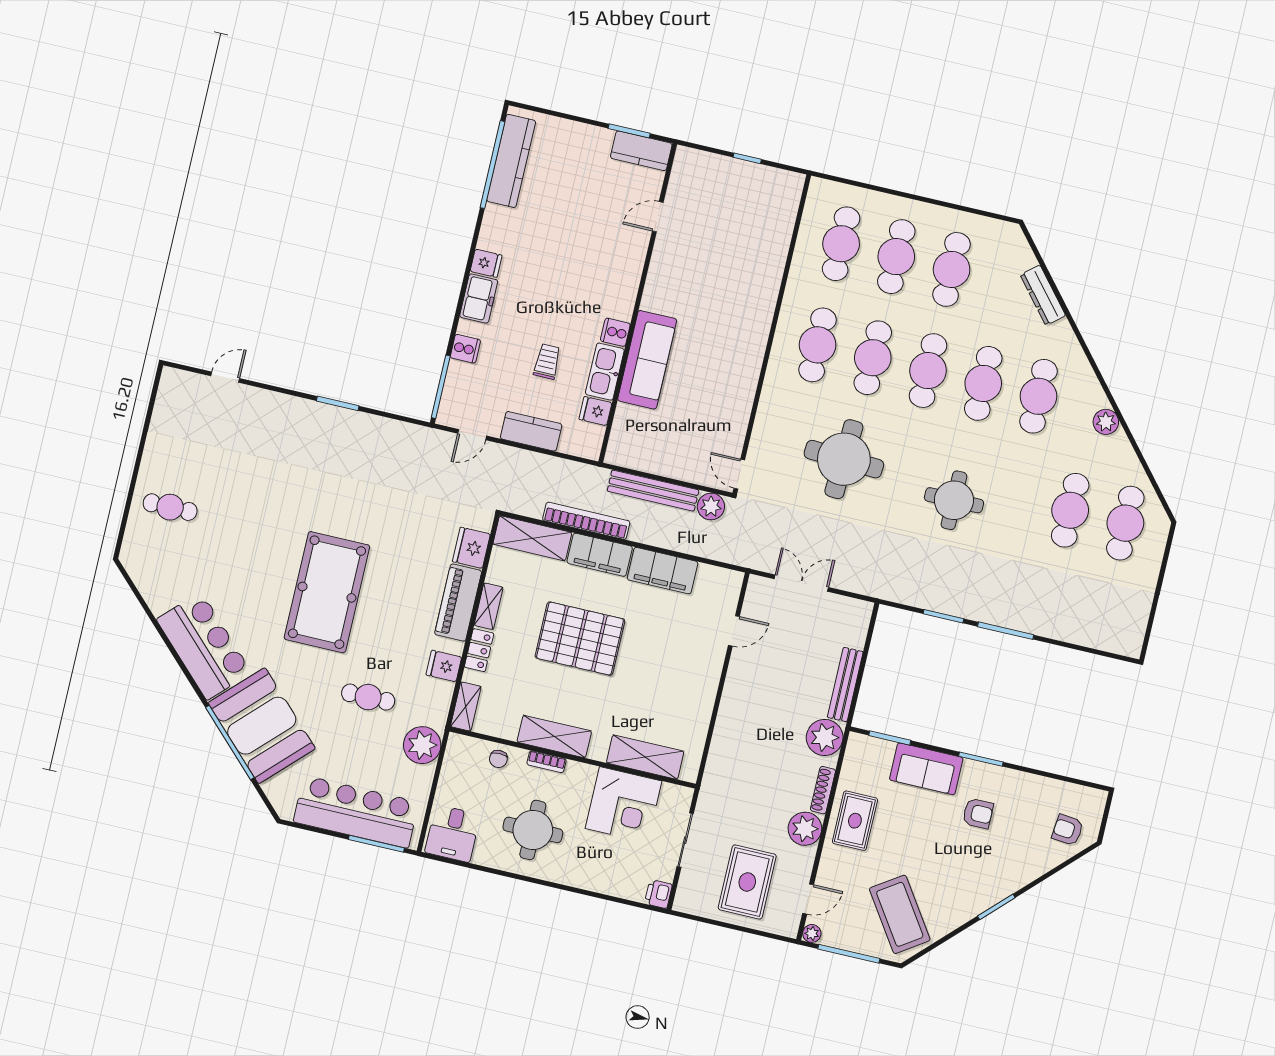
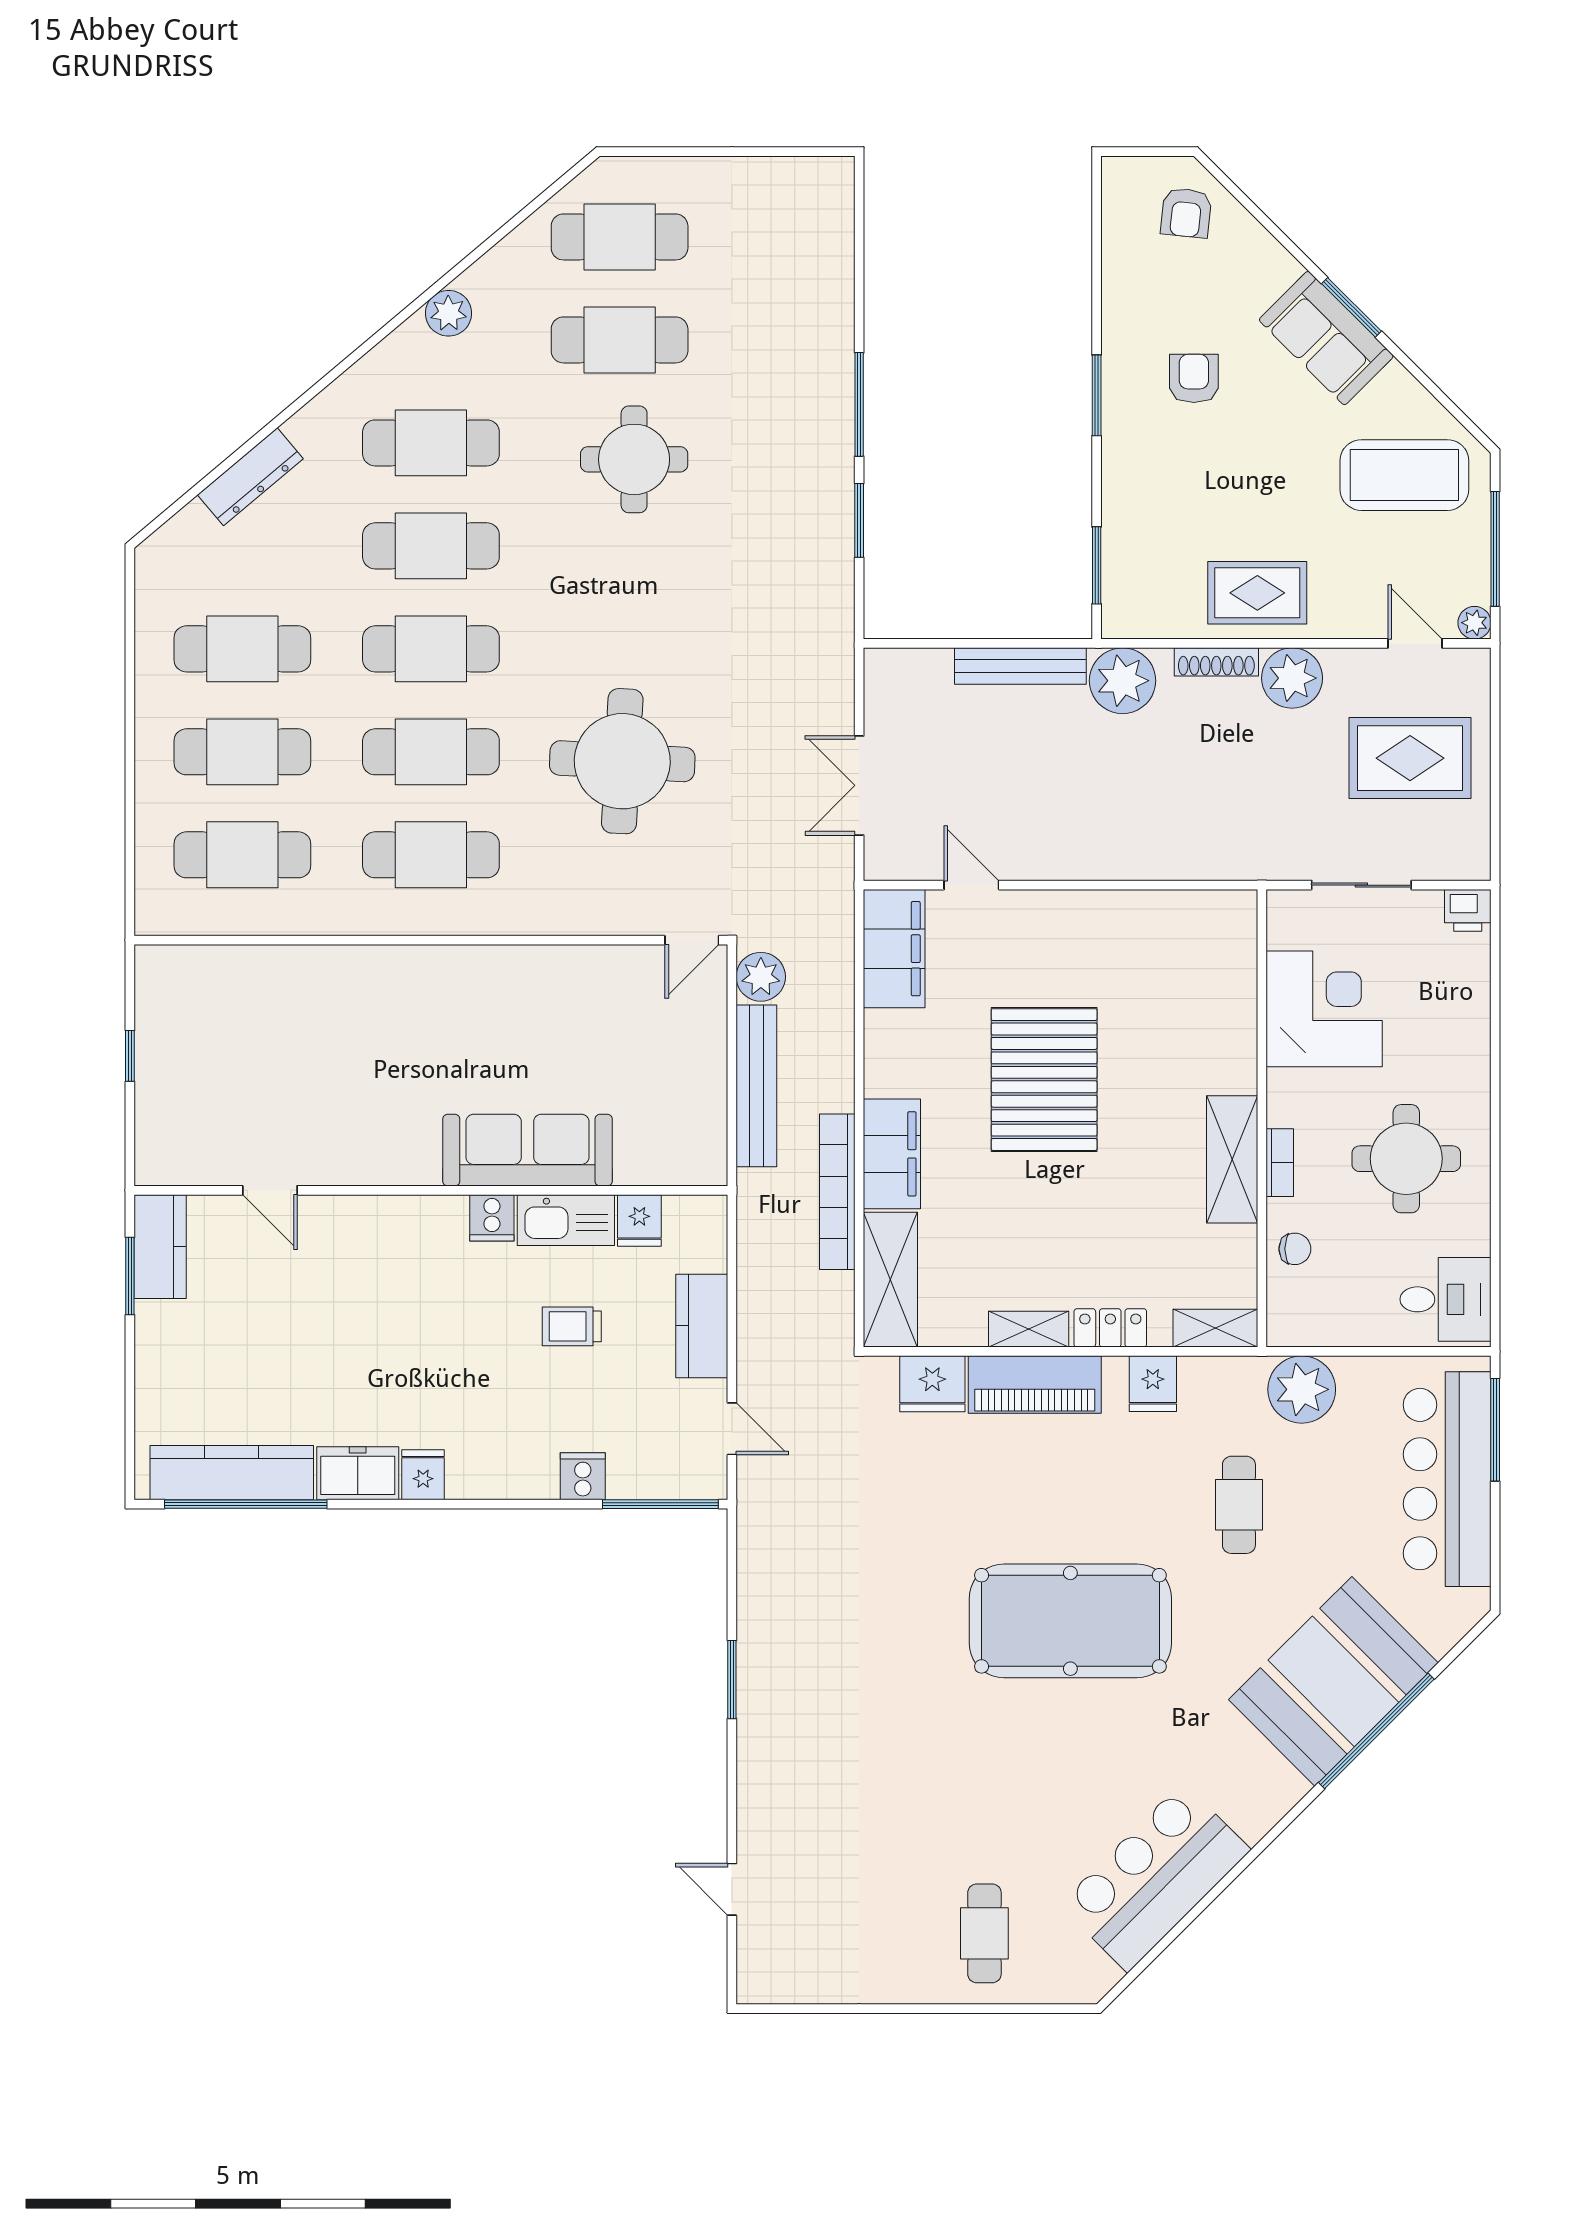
freezer: (479, 299) -> (358, 1473), moved
round table: (954, 500) -> (634, 459), moved
filing cabinet: (663, 571) -> (894, 949), moved
pallet: (580, 639) -> (1044, 1080), moved
bar counter: (204, 646) -> (1155, 1877), moved
shelving: (645, 757) -> (1231, 990), removed
sofa: (926, 769) -> (1326, 338), moved, turned 135
coffee table: (900, 914) -> (1404, 475), turned 34

